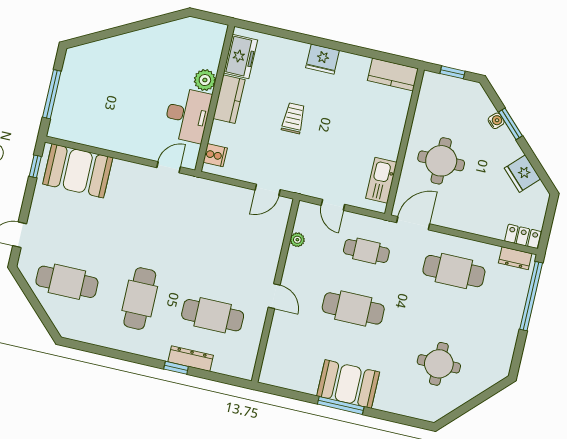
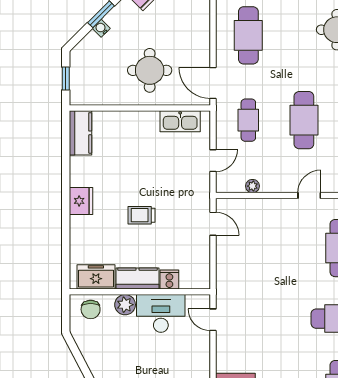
chair: (208, 43) -> (91, 309), added
cooker: (215, 155) -> (169, 279), moved

